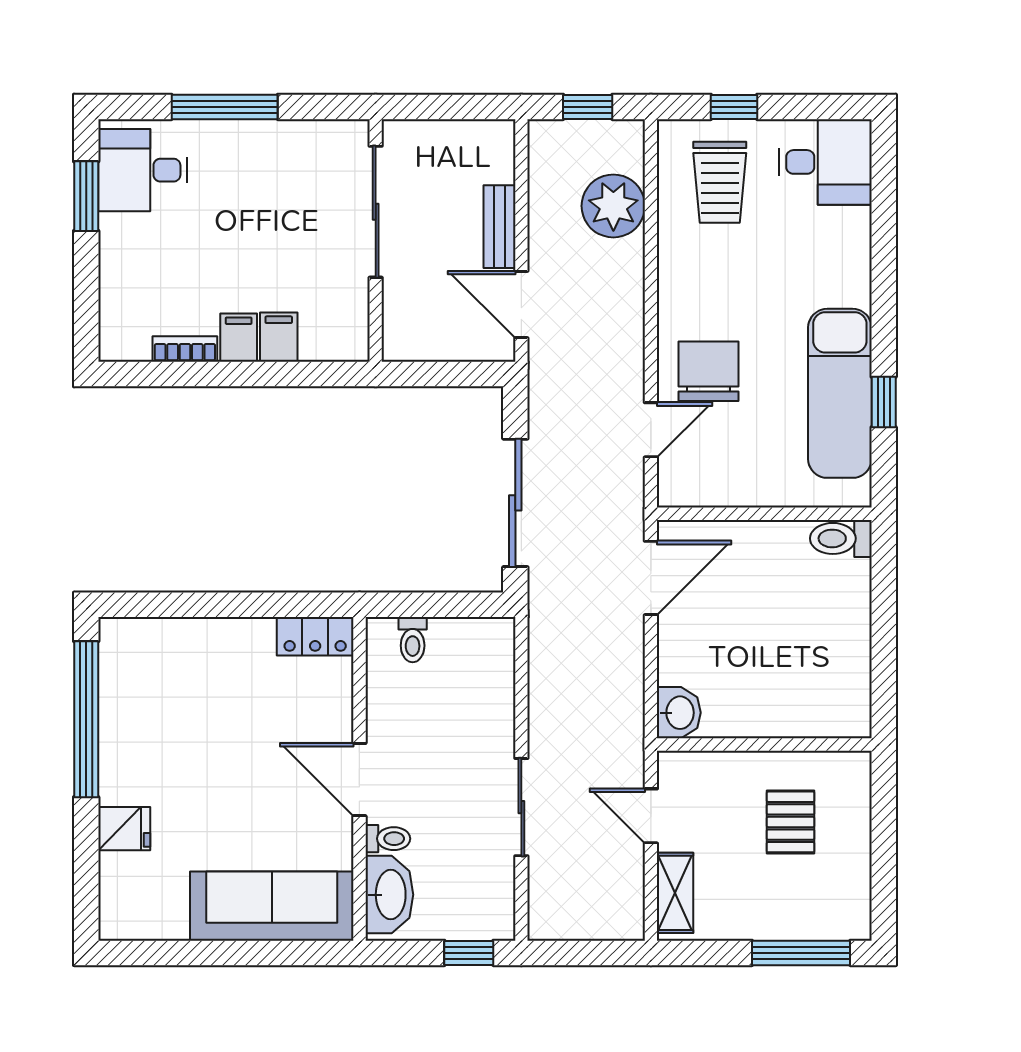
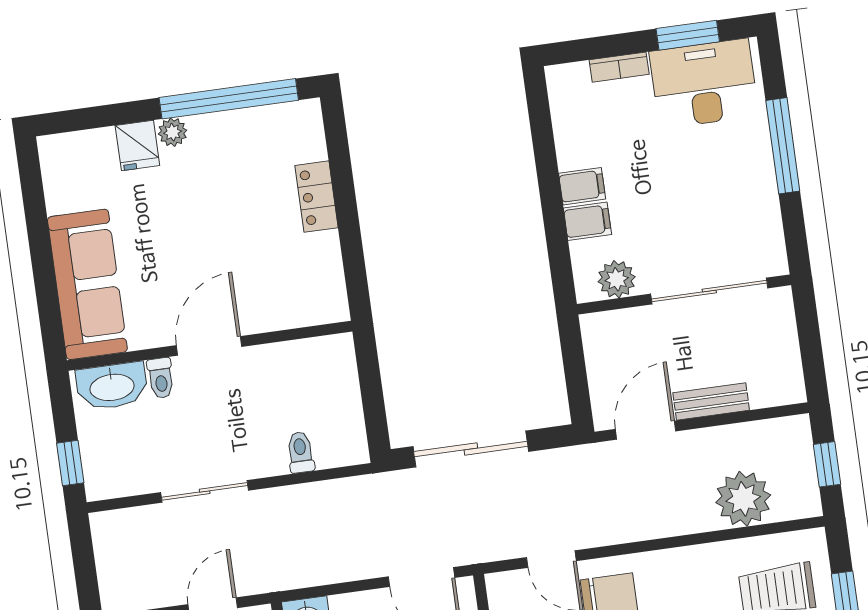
desk: (143, 170) -> (704, 84), width x1.37
plant: (348, 314) -> (617, 279), added
bookcase: (185, 349) -> (619, 67), moved, turned 90
locker: (315, 636) -> (316, 197), moved
toilet: (413, 640) -> (300, 452), moved, turned 90
plant: (115, 787) -> (173, 132), added

